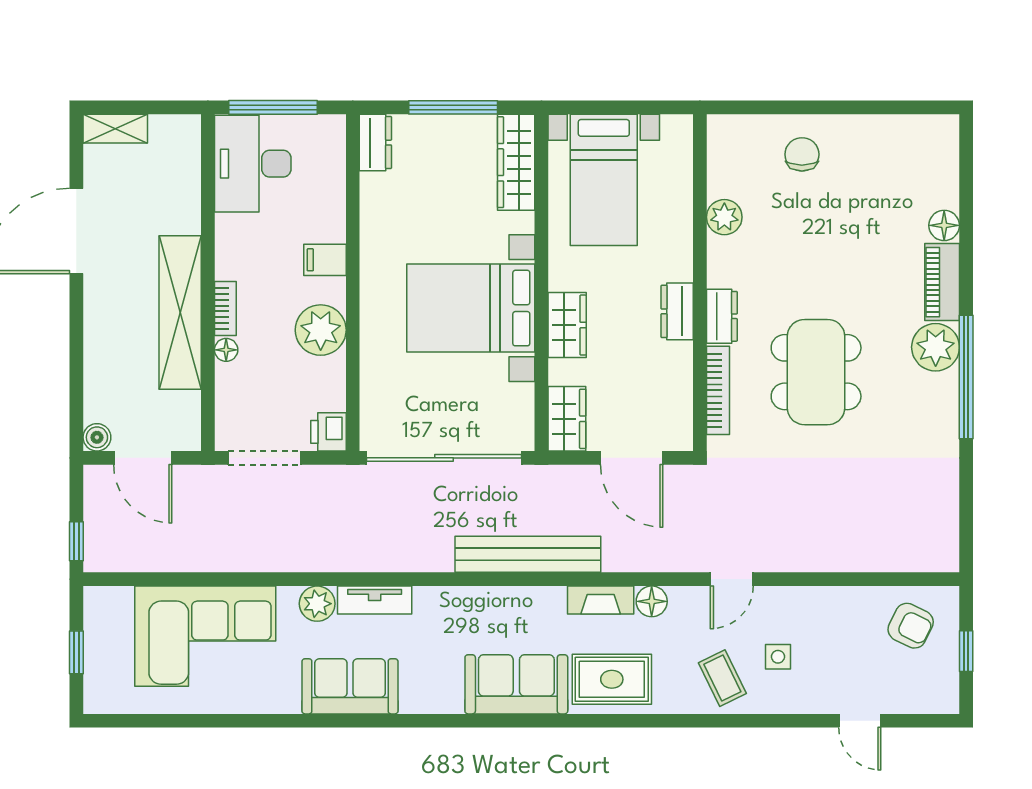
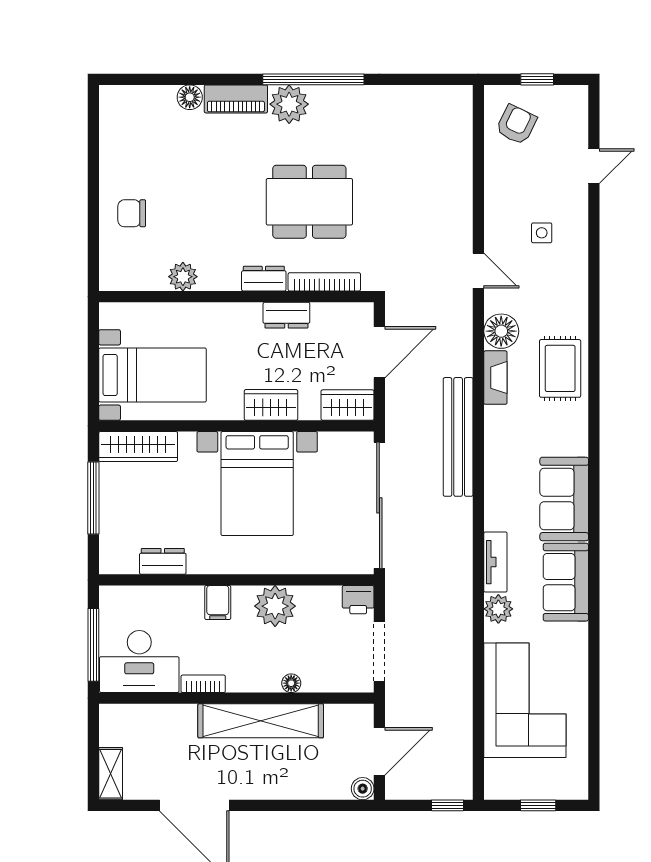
dresser: (375, 143) -> (163, 561), moved
bookcase: (225, 309) -> (203, 684), moved
dresser: (677, 311) -> (286, 315), moved
floor lamp: (652, 601) -> (501, 331), width x1.38, depth x1.38
coffee table: (722, 678) -> (559, 278), removed
sofa: (516, 684) -> (564, 499), moved

